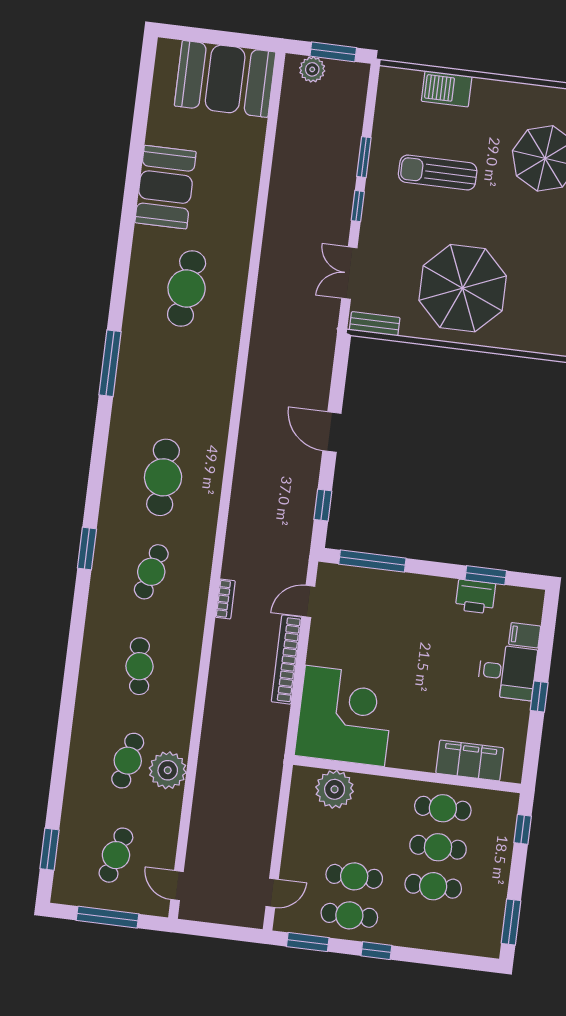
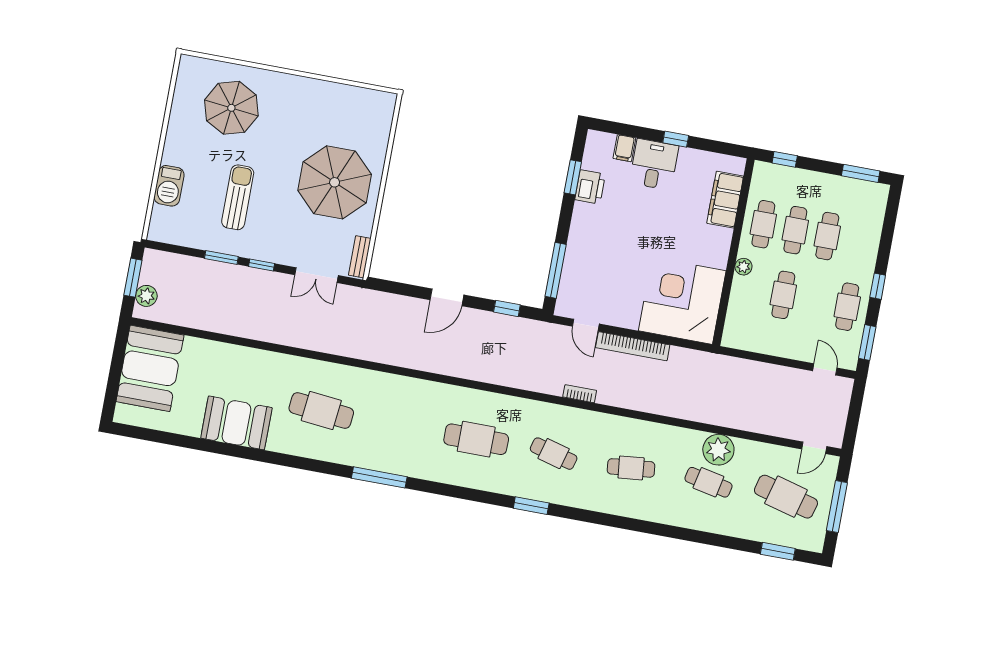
sun lounger: (438, 173) -> (238, 197), turned 180
plant: (335, 789) -> (743, 267), moved, width x0.53, depth x0.53
cafe table: (116, 855) -> (786, 497), width x1.37, depth x1.35
cafe table: (354, 876) -> (783, 295), moved

